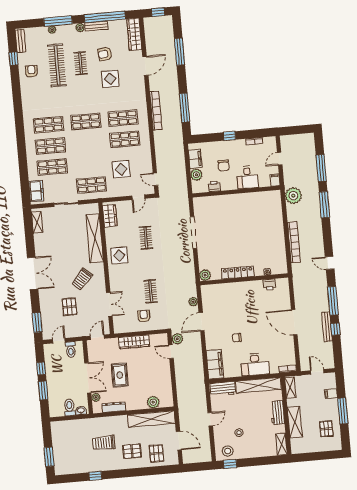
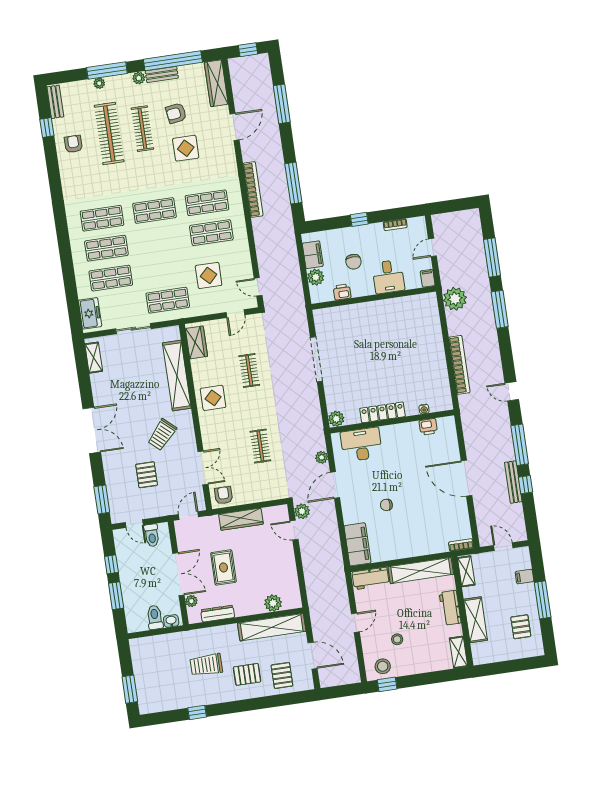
clothes rail: (81, 63) -> (142, 129), width x1.36
armchair: (144, 316) -> (224, 495), moved
door: (59, 341) -> (134, 524), swing flipped
desk: (255, 364) -> (361, 445), moved, turned 180

